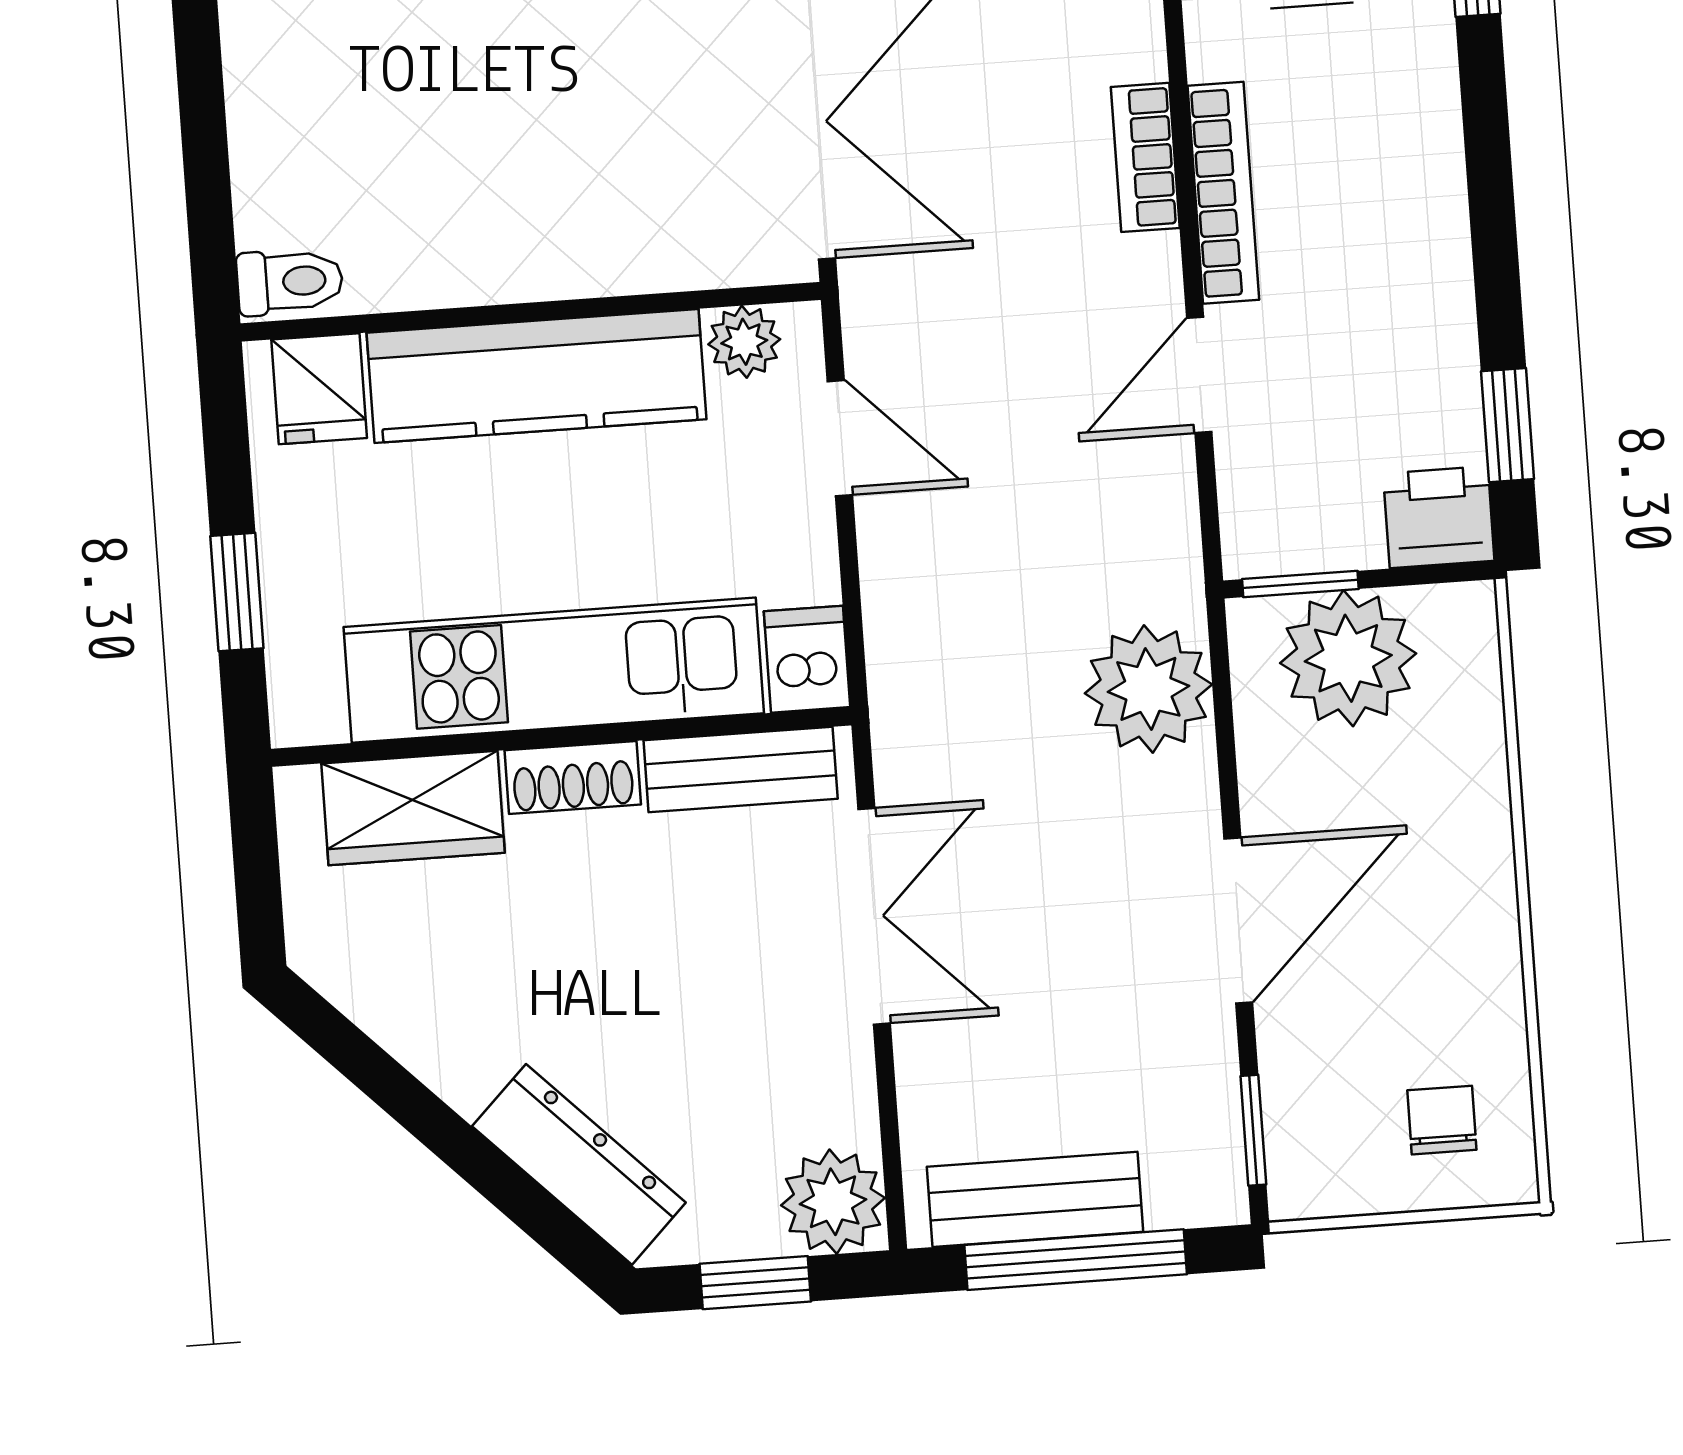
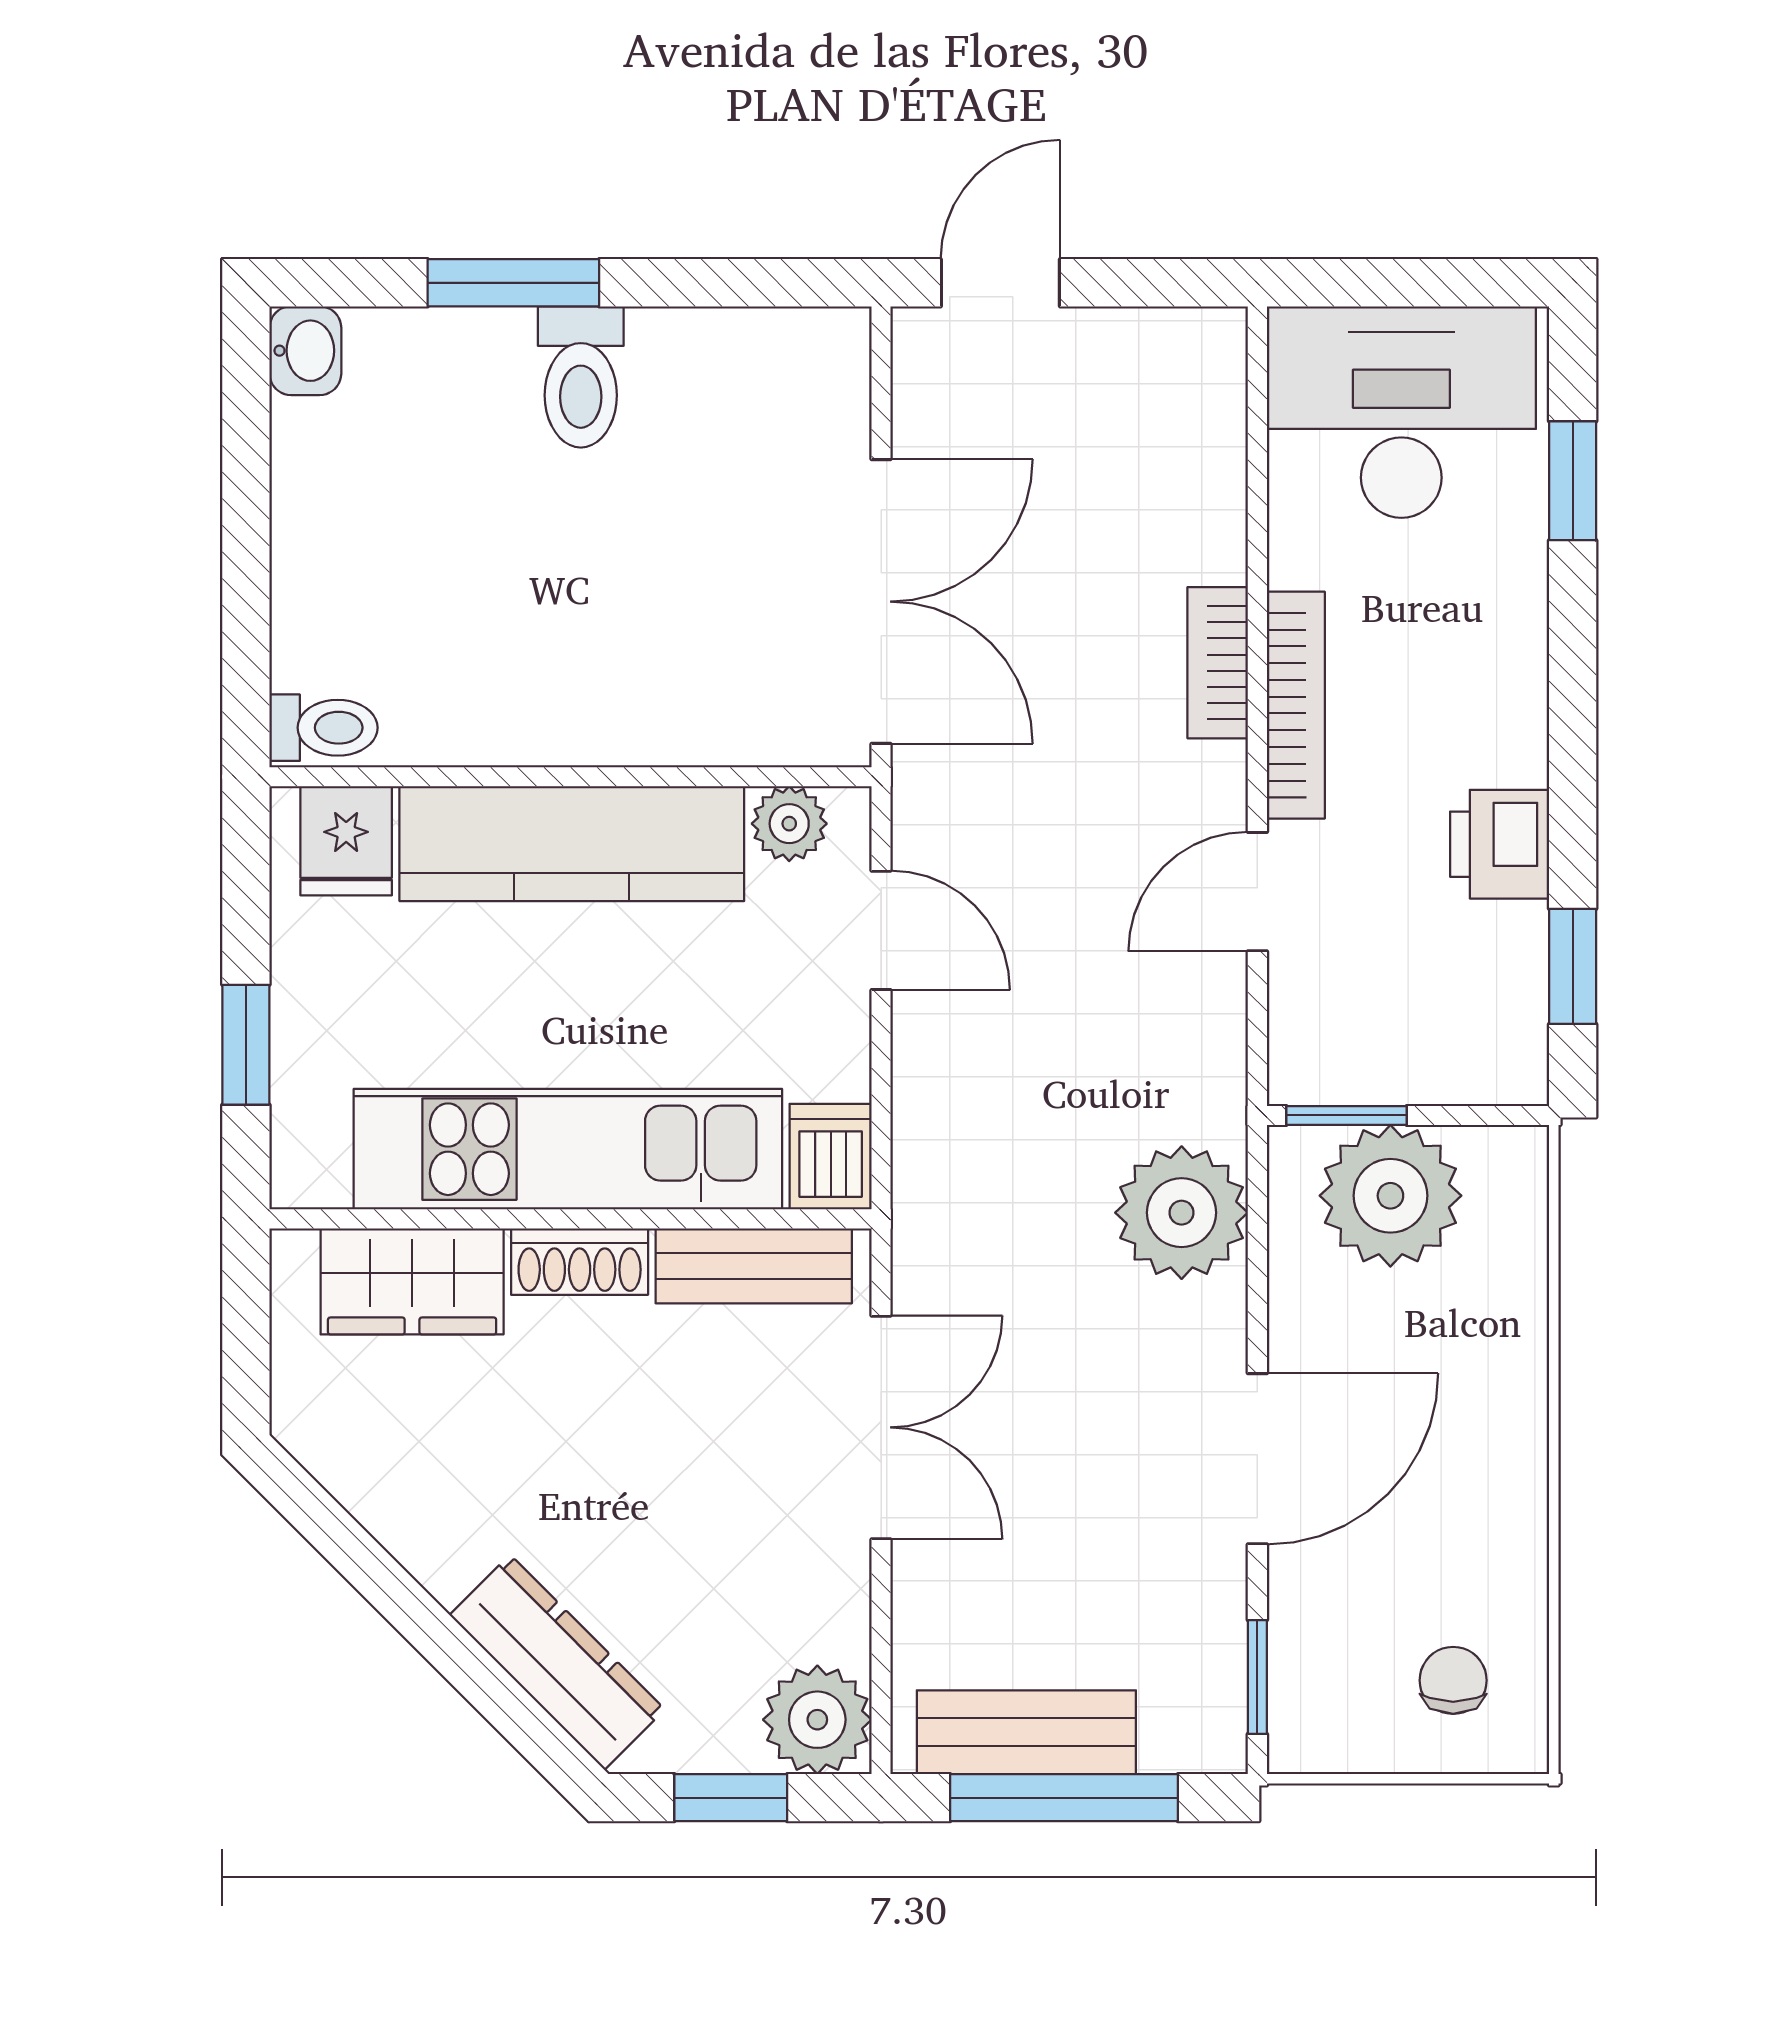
printer: (1439, 517) -> (1500, 844), moved, turned -90

